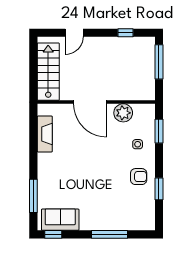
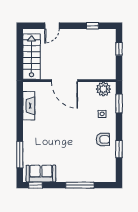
window: (159, 62) -> (119, 49), width x0.46
plant: (123, 113) -> (103, 89), moved

